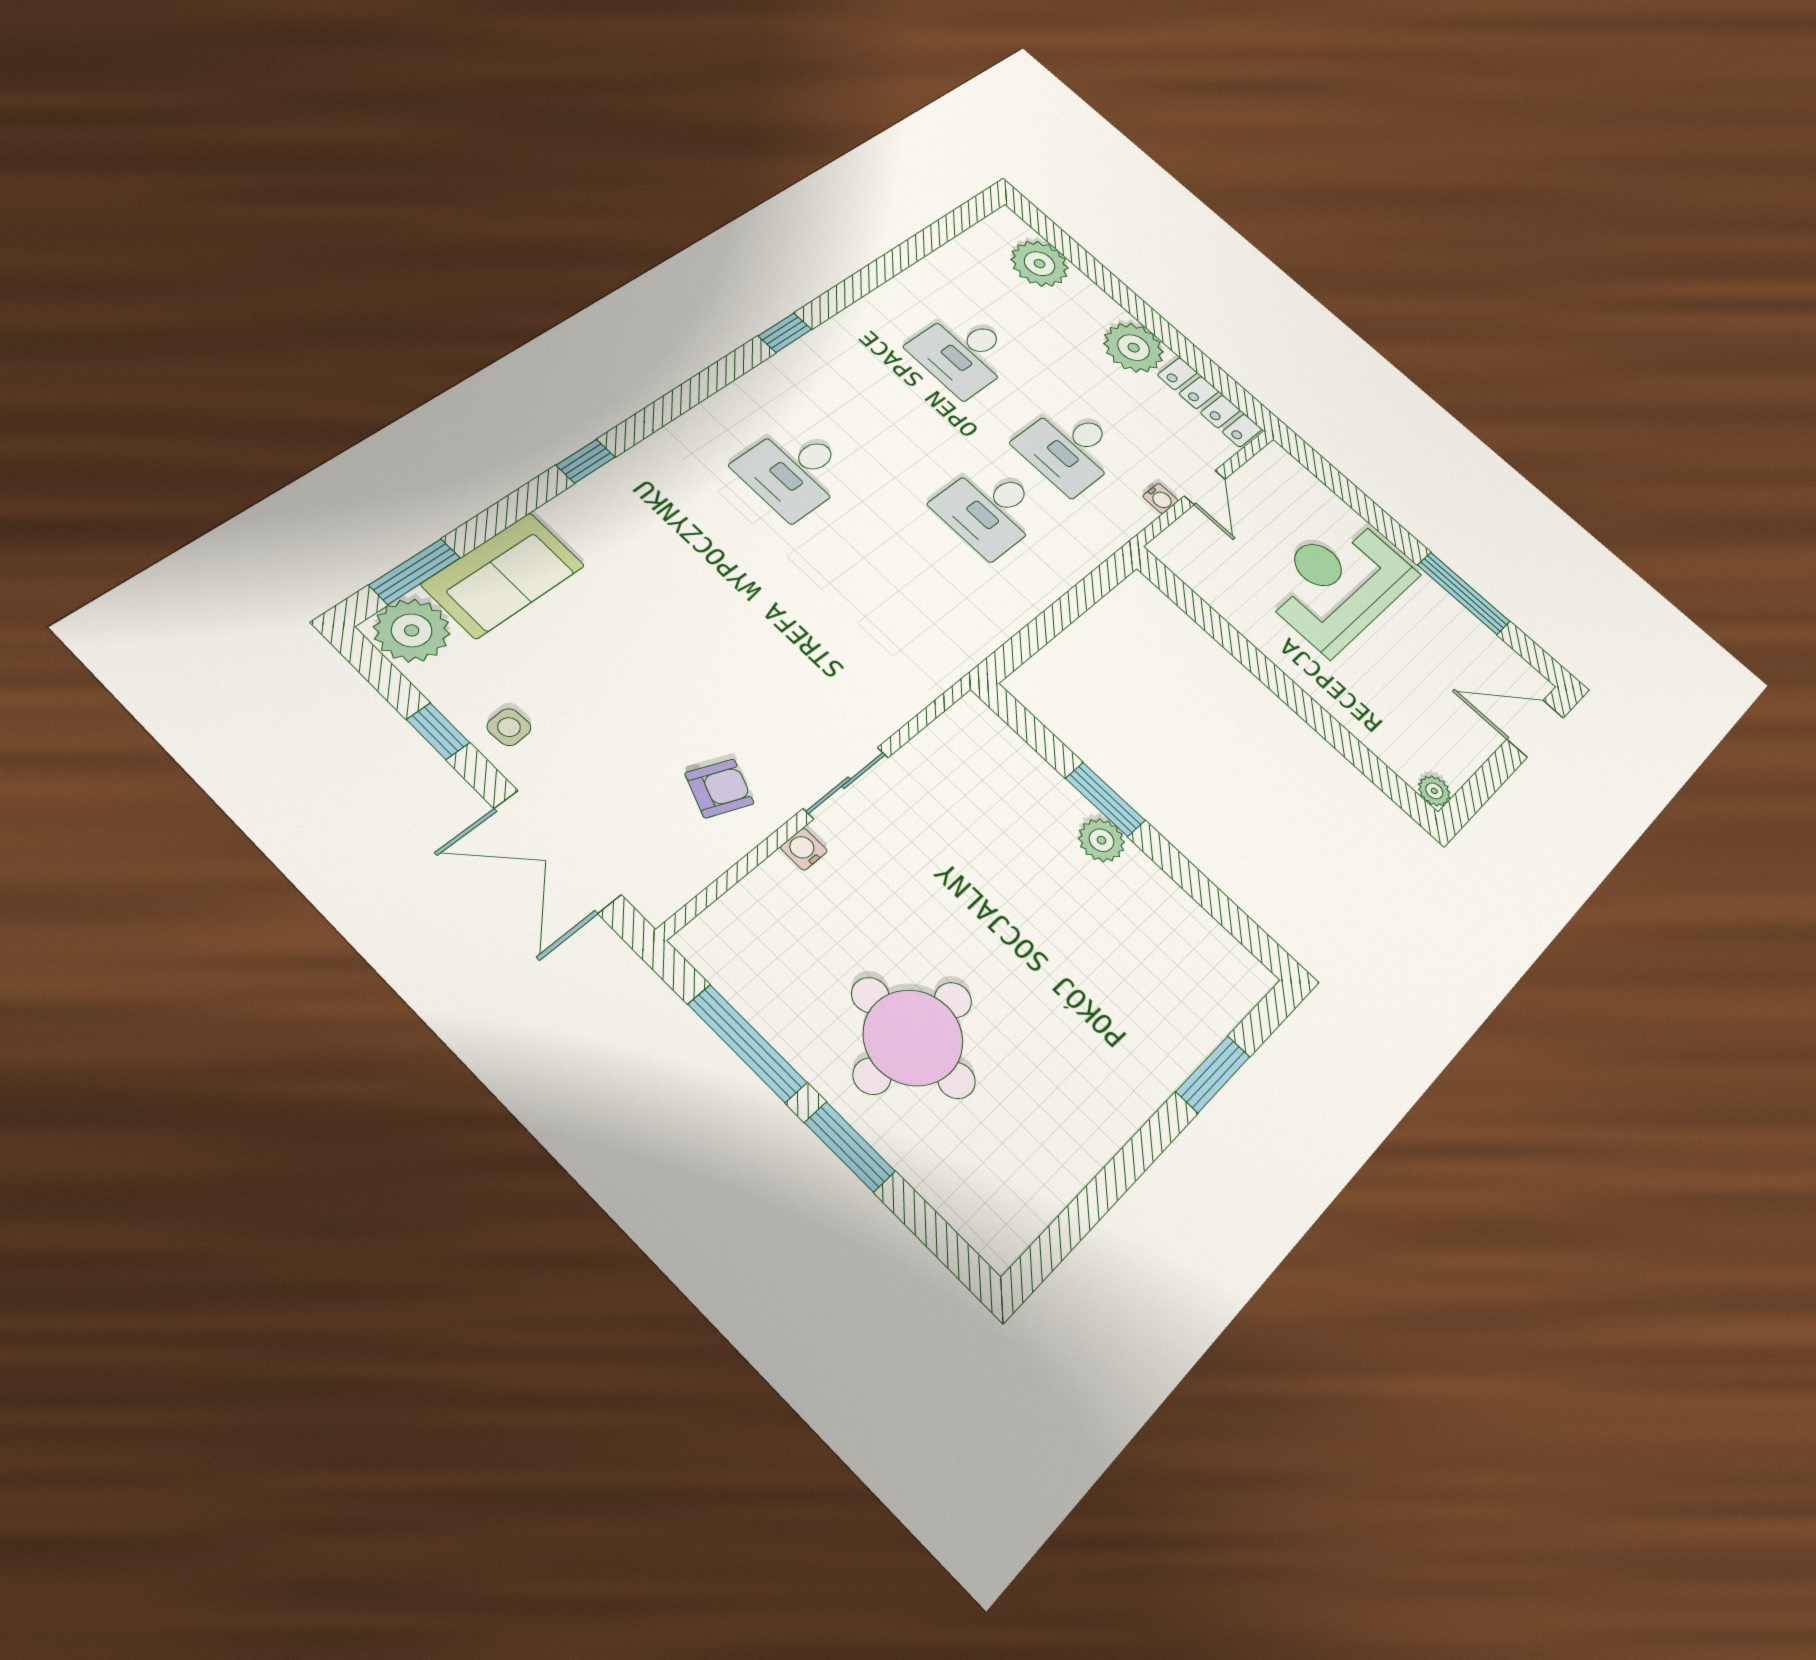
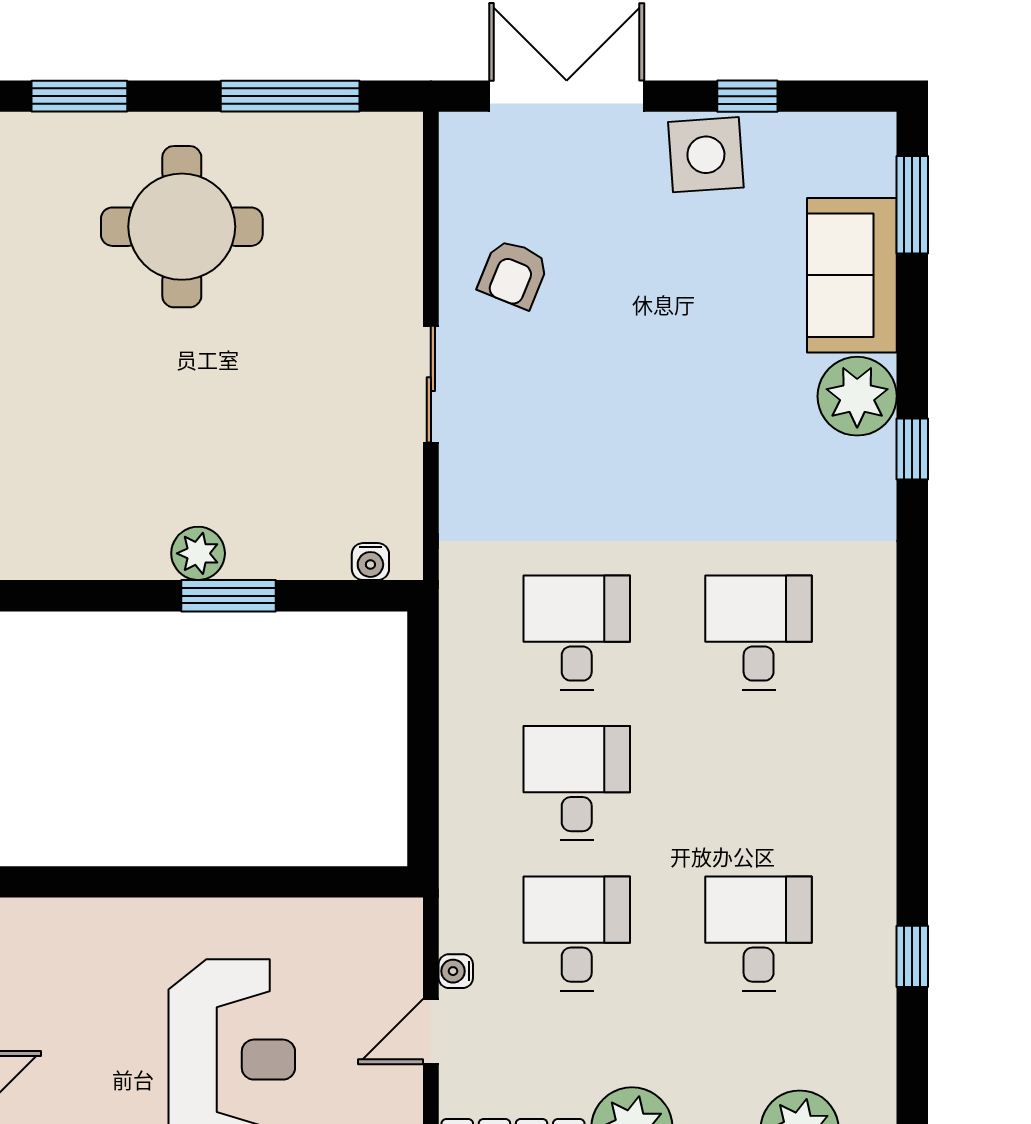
window: (785, 333) -> (912, 956), moved
door: (1205, 488) -> (431, 1032), hinge flipped
desk: (905, 574) -> (577, 633), added
plant: (412, 630) -> (857, 396), moved
side table: (509, 727) -> (706, 155), width x1.87, depth x1.87
water cooler: (804, 849) -> (370, 562), moved, turned 90
window: (850, 1147) -> (79, 96), moved

